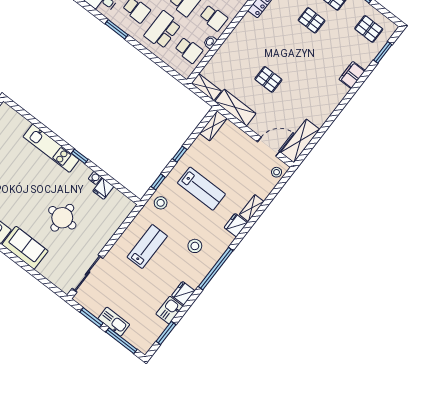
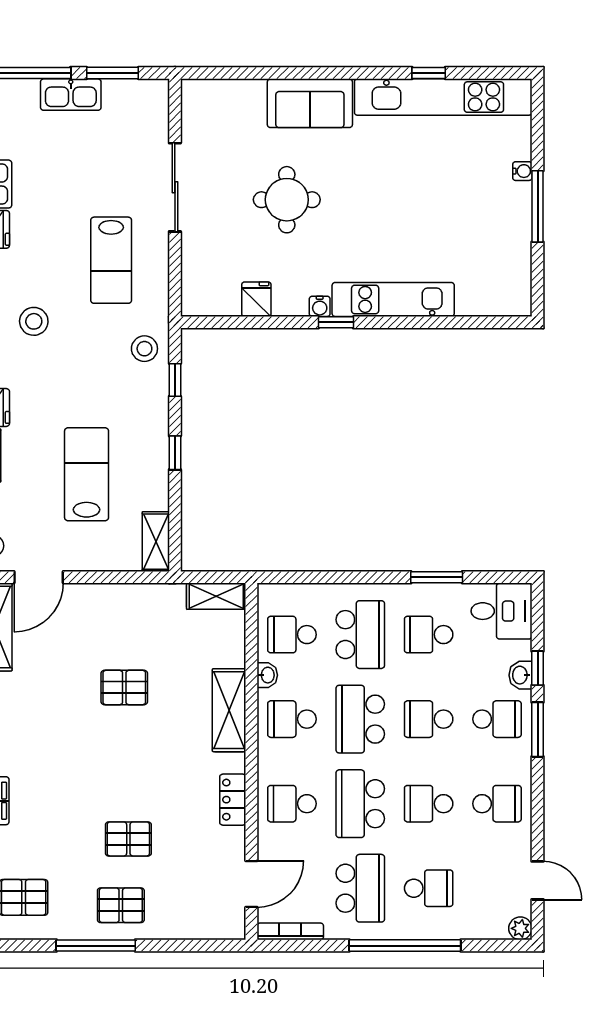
shelving: (235, 108) -> (229, 710), moved, turned 90
water cooler: (95, 178) -> (320, 306), moved
lab bench: (201, 189) -> (87, 474), moved, turned 90
sliding door: (87, 273) -> (175, 187), moved

